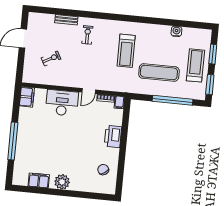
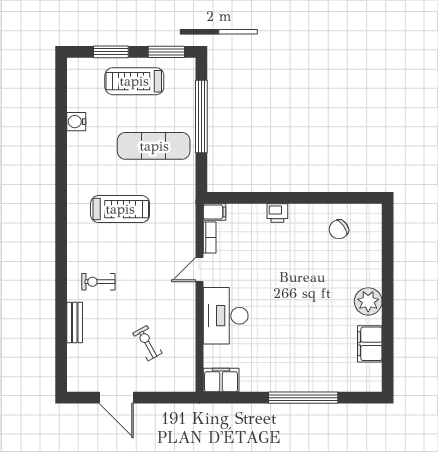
exercise mat: (159, 73) -> (154, 146), turned 90
door: (89, 91) -> (199, 269), swing flipped
printer: (113, 137) -> (277, 213), width x0.53, depth x0.68

